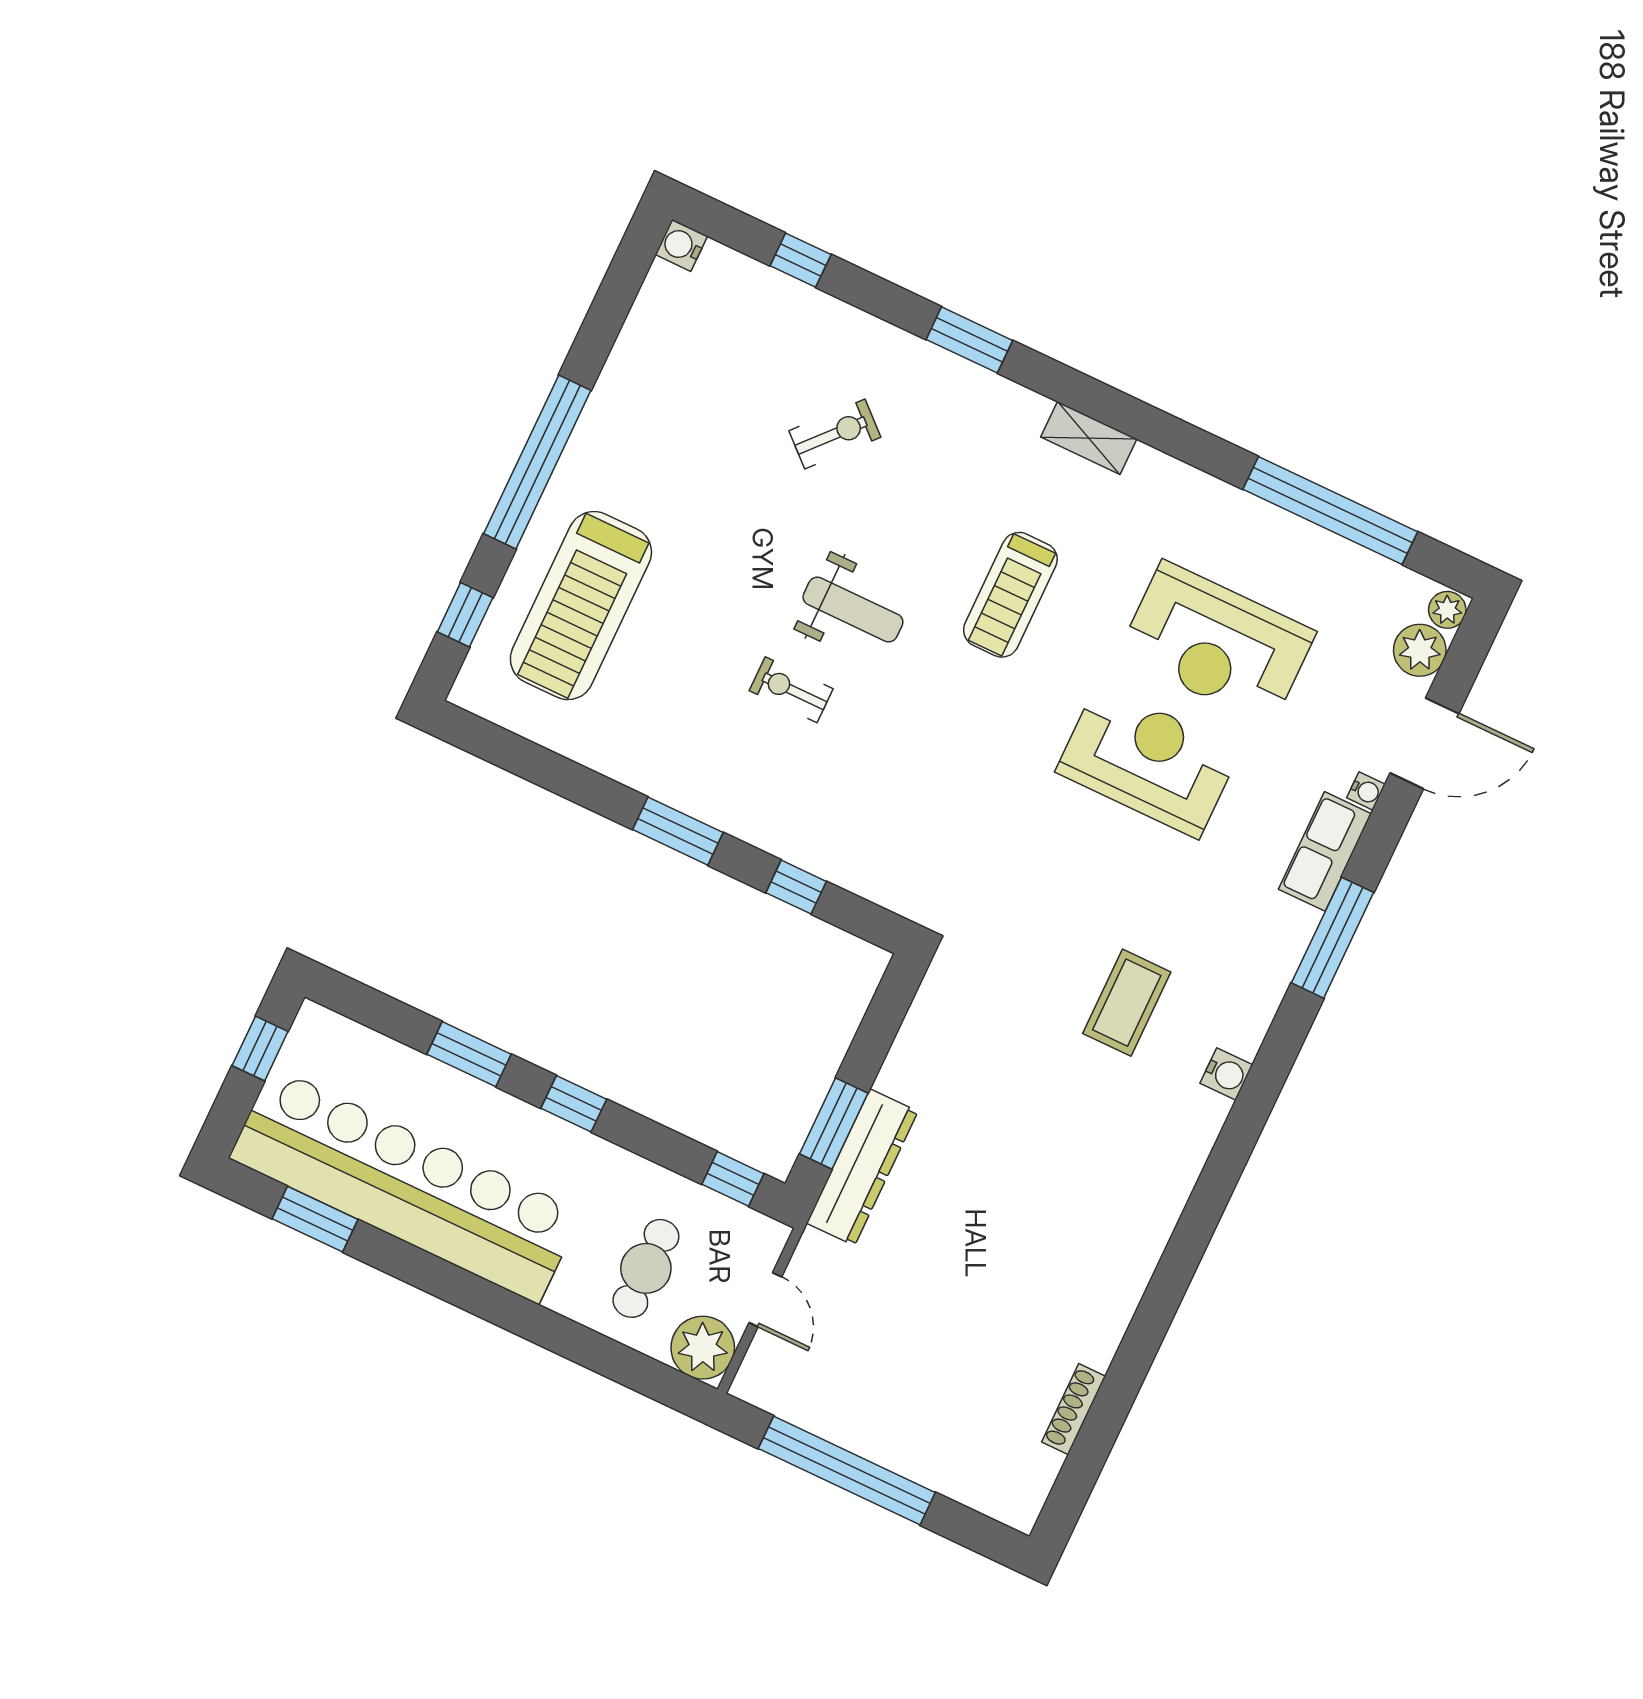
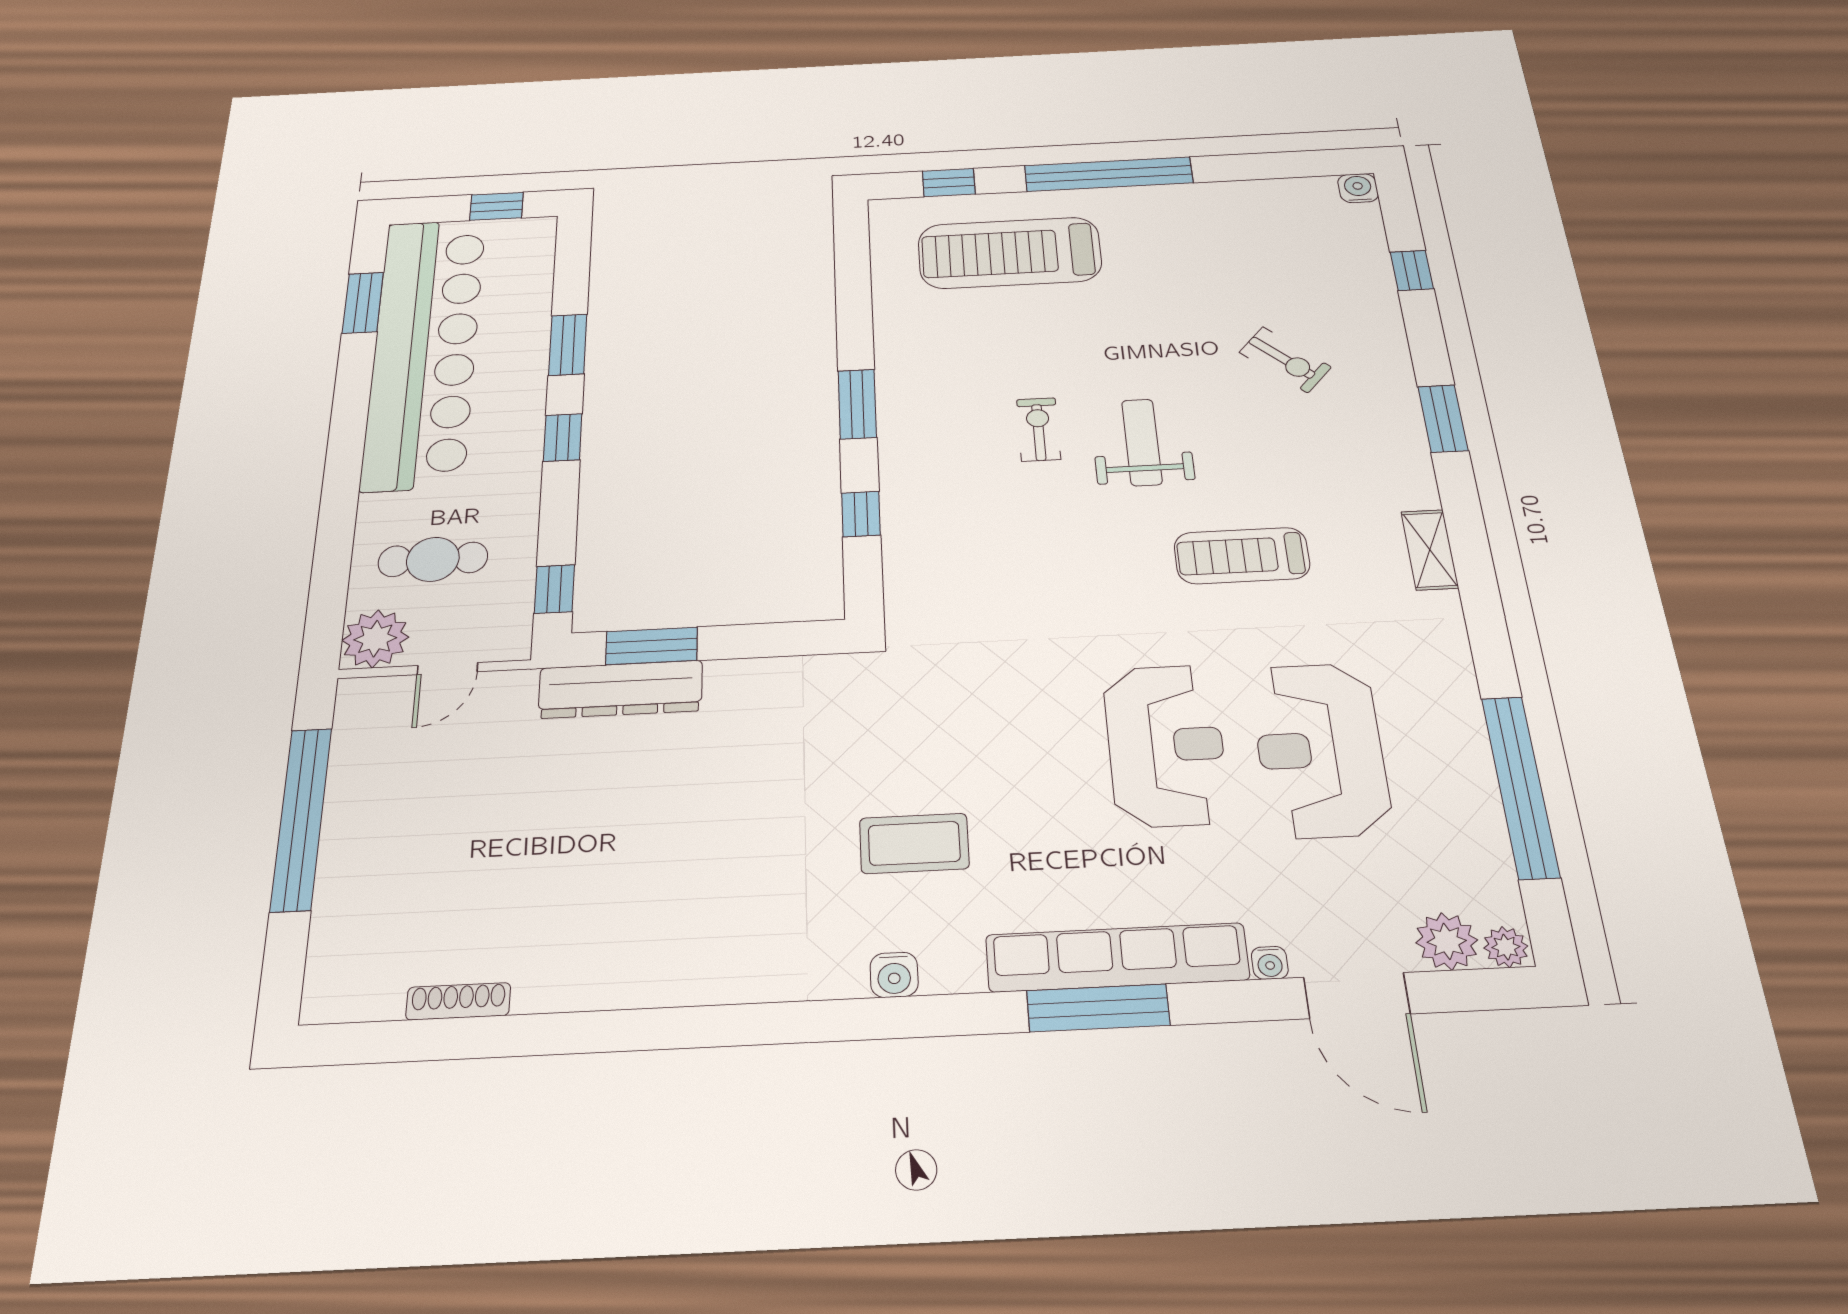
weight bench: (853, 610) -> (1142, 442), turned 180
row of seats: (1325, 851) -> (1117, 957), width x2.02

